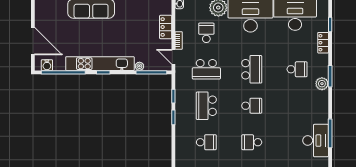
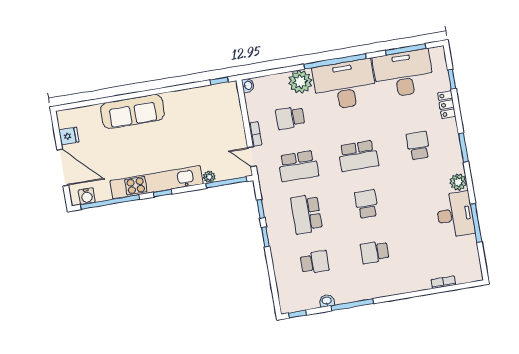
fridge: (41, 19) -> (69, 136), added
locker: (166, 27) -> (235, 119), removed
school desk: (206, 33) -> (290, 118), turned -90
school desk: (252, 69) -> (358, 156), turned 90
school desk: (297, 69) -> (418, 146), turned -90
plant: (322, 84) -> (458, 182), moved
school desk: (252, 106) -> (366, 204), turned -90
desk: (316, 141) -> (455, 215), moved

